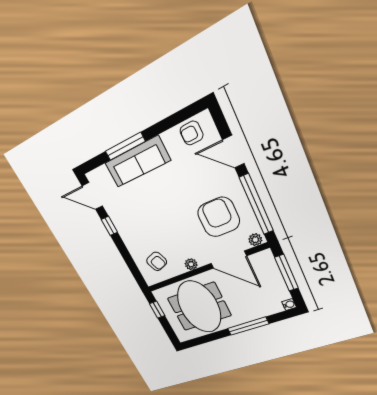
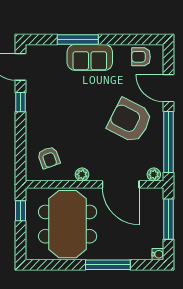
sofa: (137, 162) -> (90, 57), width x0.73
armchair: (219, 217) -> (130, 121), moved, turned -63

